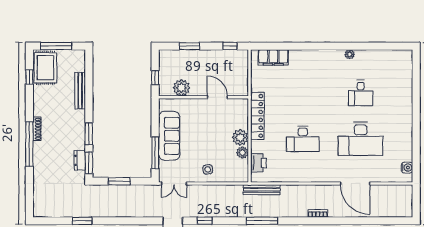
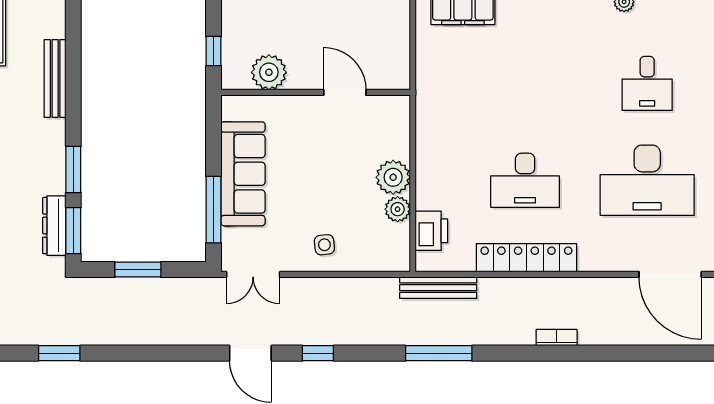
locker: (257, 116) -> (526, 258), moved, turned -90
dresser: (80, 160) -> (54, 226), width x1.44
door: (355, 184) -> (670, 274), moved

